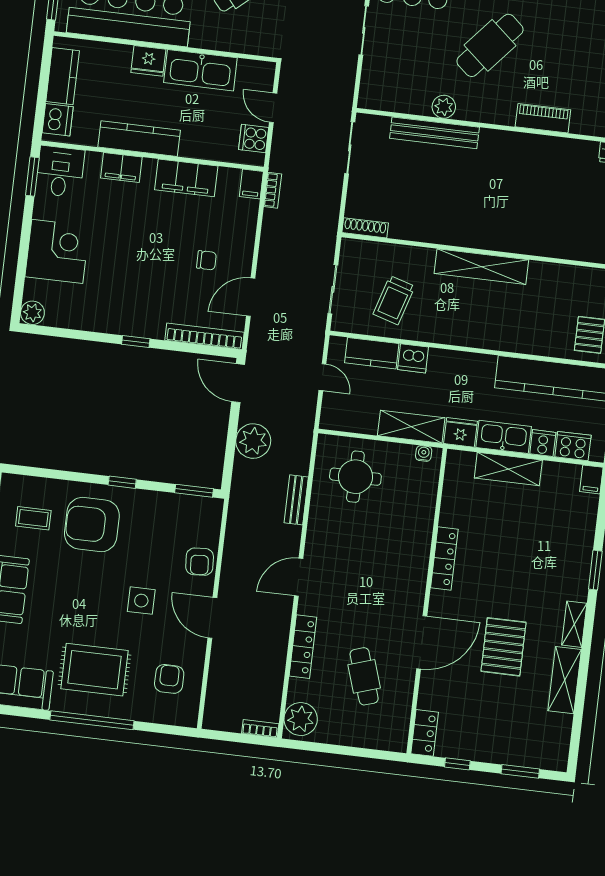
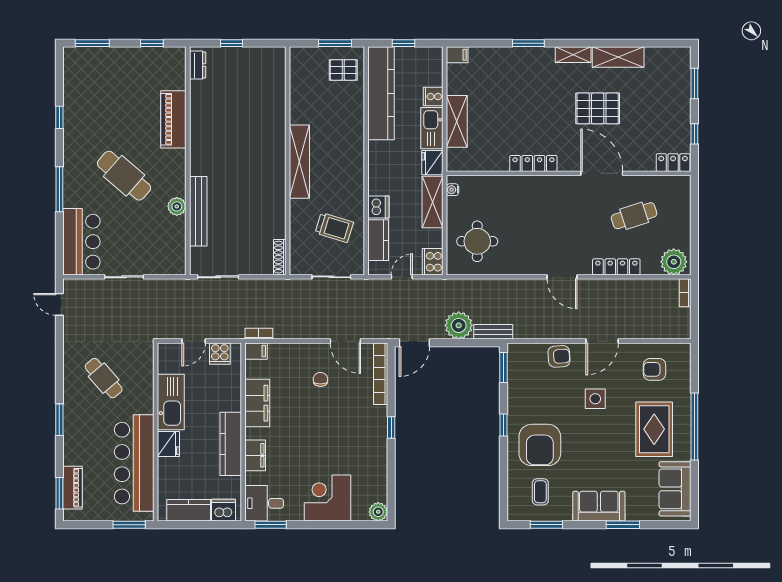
piano: (543, 118) -> (173, 119), width x1.37, depth x1.33
cooker: (573, 446) -> (433, 262), moved
bench: (296, 500) -> (493, 332), moved

